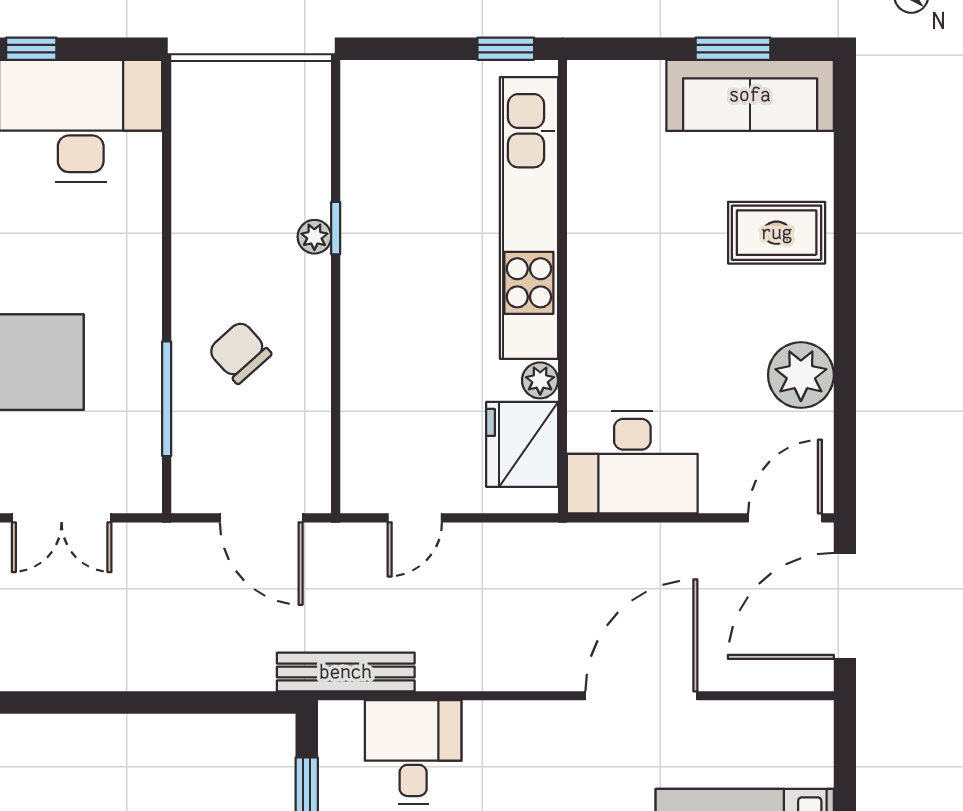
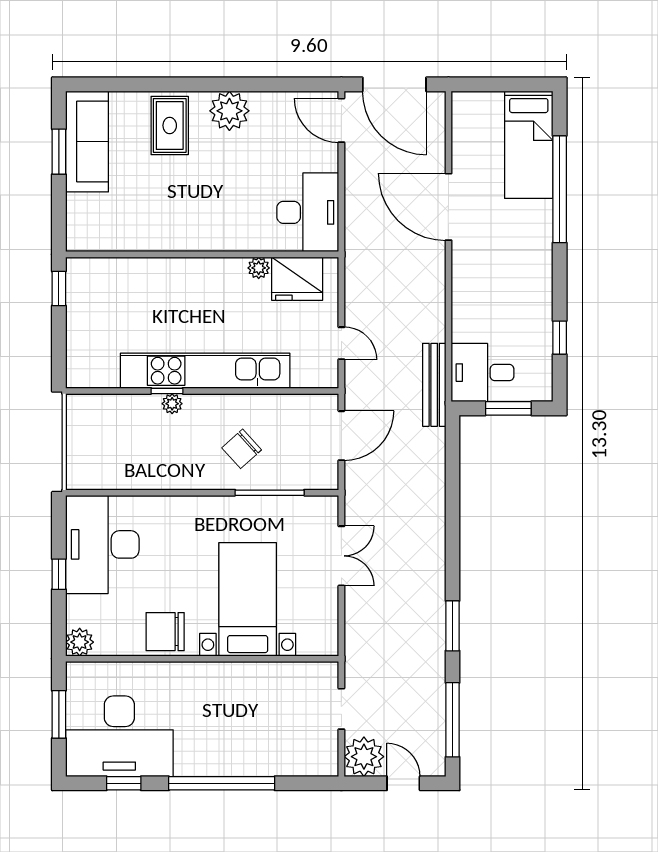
kitchen unit: (529, 218) -> (205, 371), moved, turned 180
plant: (801, 375) -> (229, 111), moved
desk: (413, 752) -> (483, 373), moved

